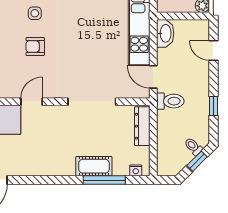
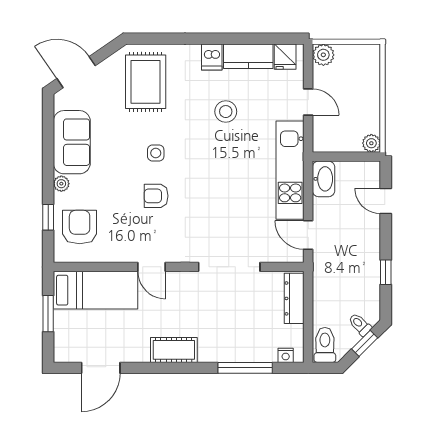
toilet: (170, 101) -> (325, 345), moved, turned -90
door: (32, 102) -> (152, 267), swing flipped
cot: (94, 166) -> (174, 350), moved

